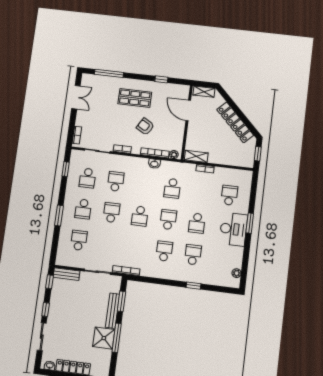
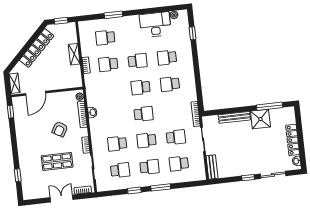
window: (109, 73) -> (18, 175), width x0.46
window: (161, 79) -> (11, 112), moved
double door: (76, 97) -> (62, 199), moved
shop shelf: (135, 98) -> (57, 161), moved, turned 90
shelving: (196, 156) -> (74, 54), moved
window: (66, 169) -> (134, 190), moved
school desk: (172, 188) -> (108, 64), moved, turned 180
window: (250, 223) -> (113, 15), moved
desk: (233, 229) -> (155, 25), moved
school desk: (107, 244) -> (176, 137), added
window: (50, 282) -> (223, 181), removed
window: (194, 286) -> (192, 33), moved
window: (121, 301) -> (224, 111), removed
window: (117, 338) -> (270, 106), moved

